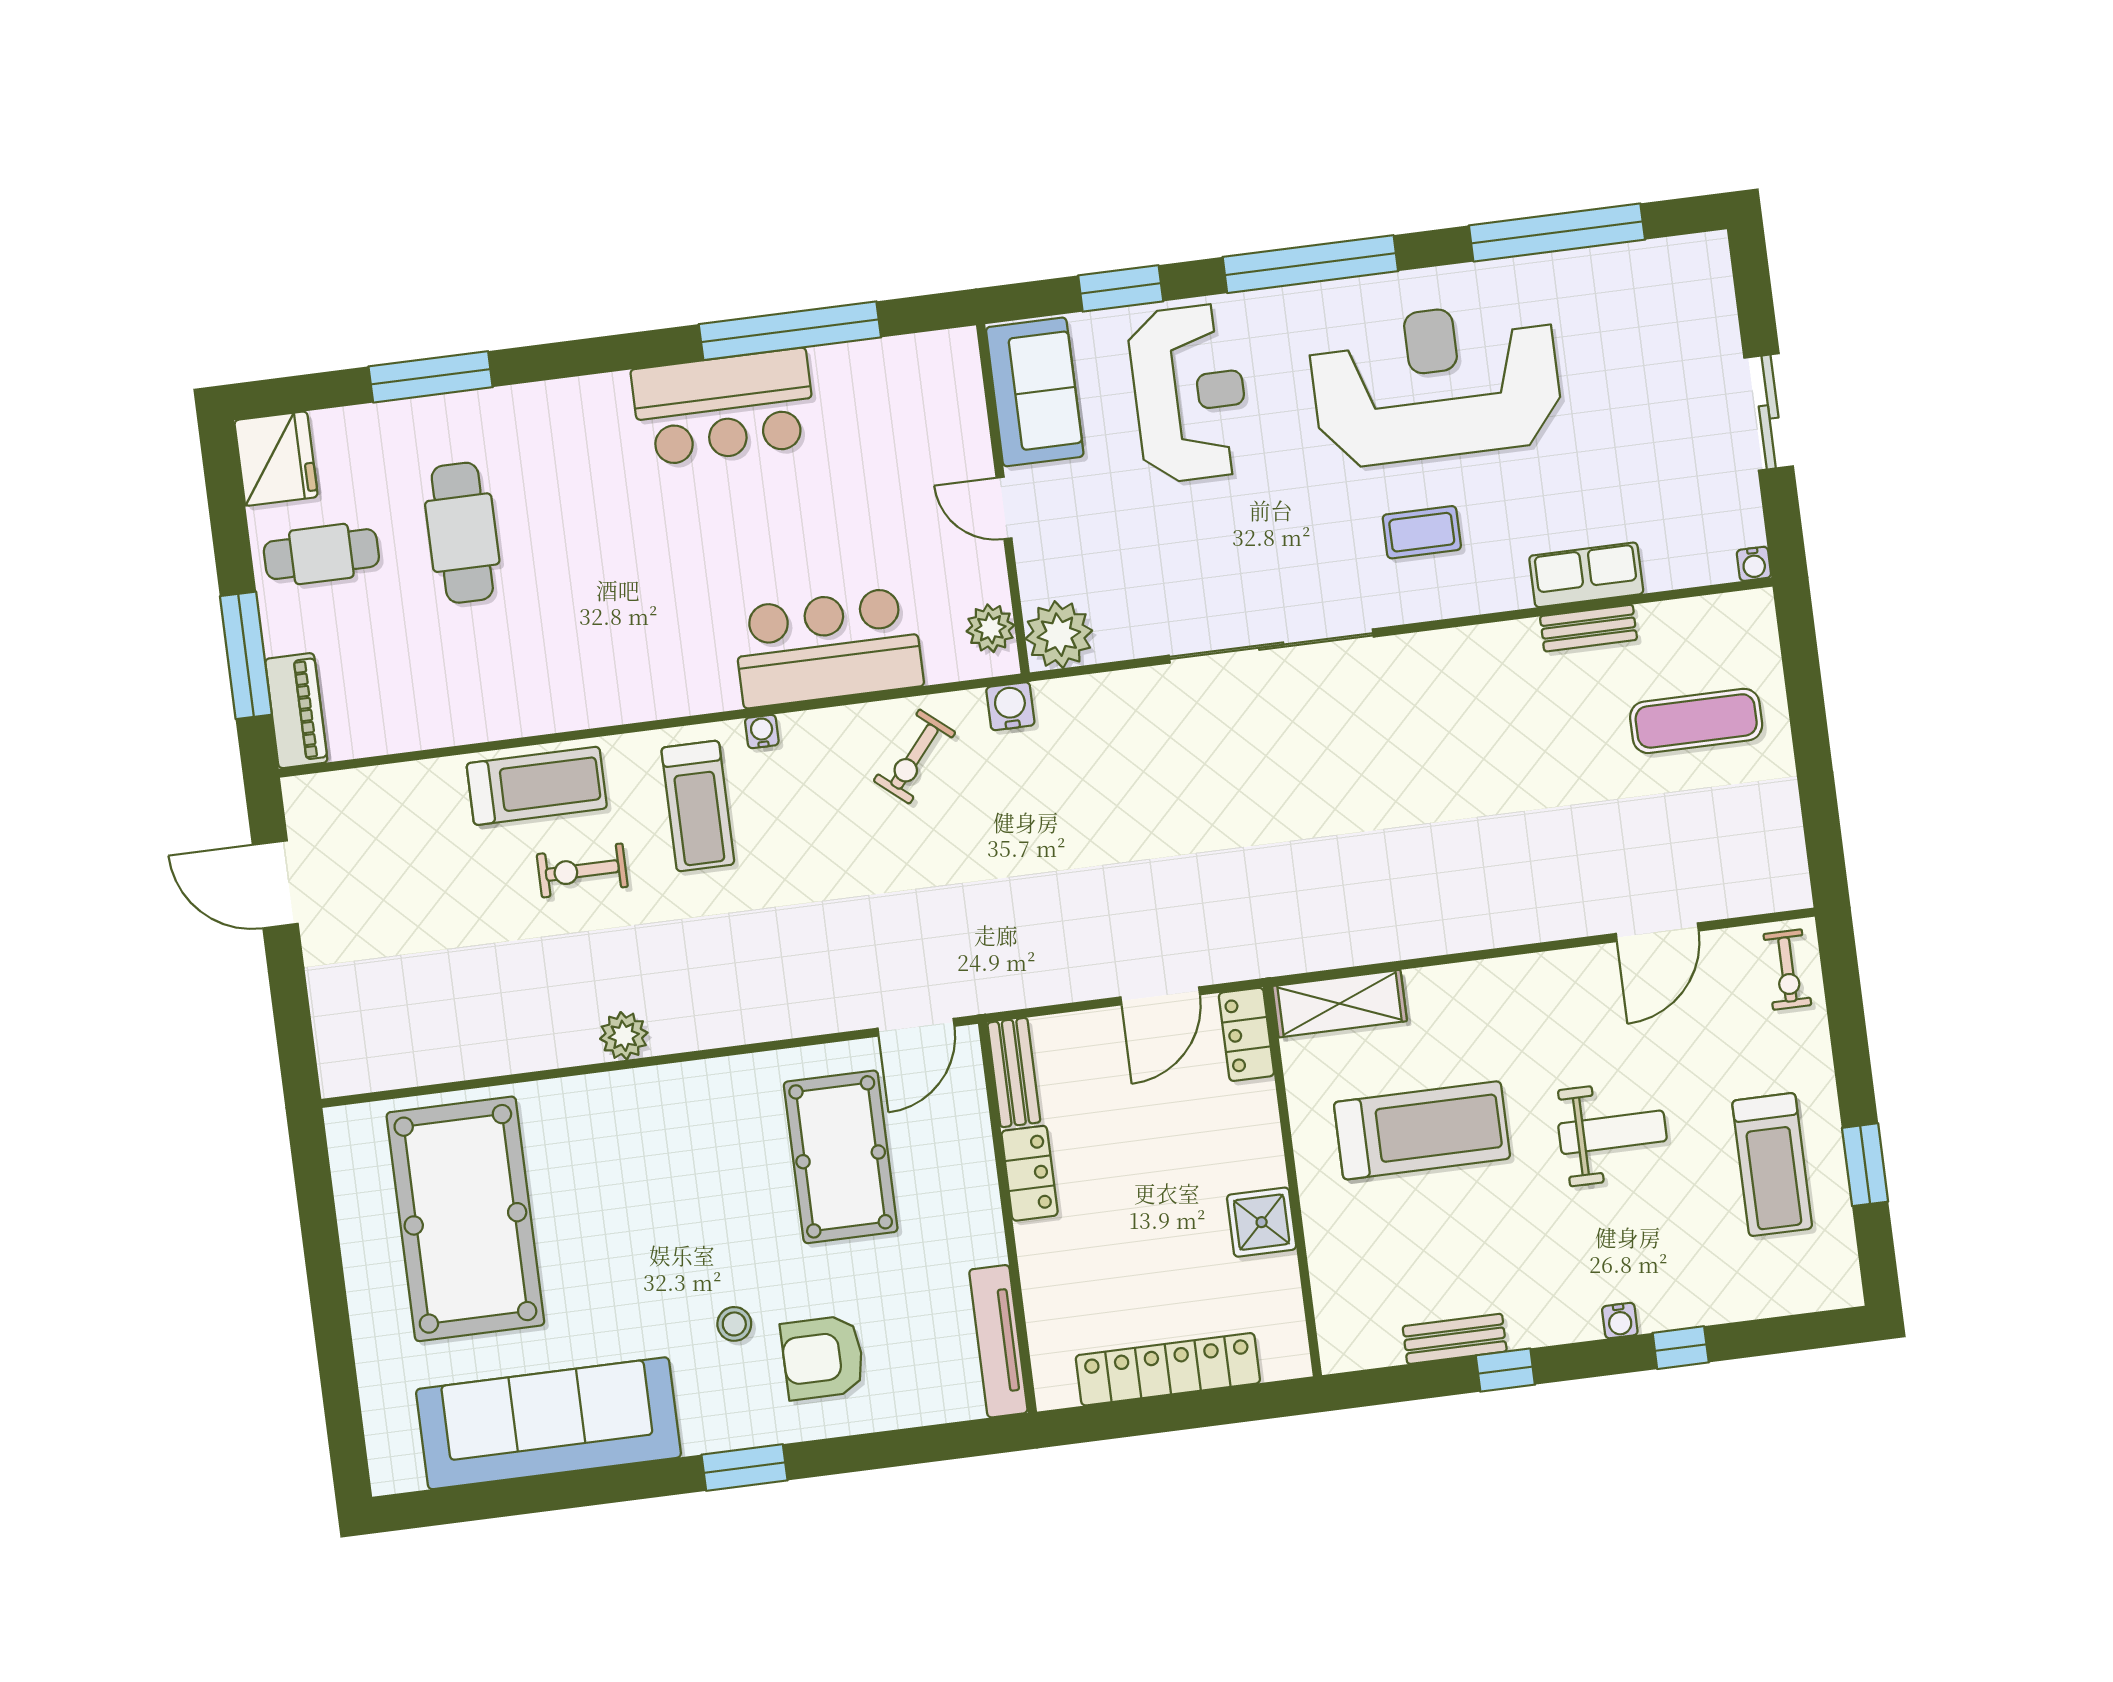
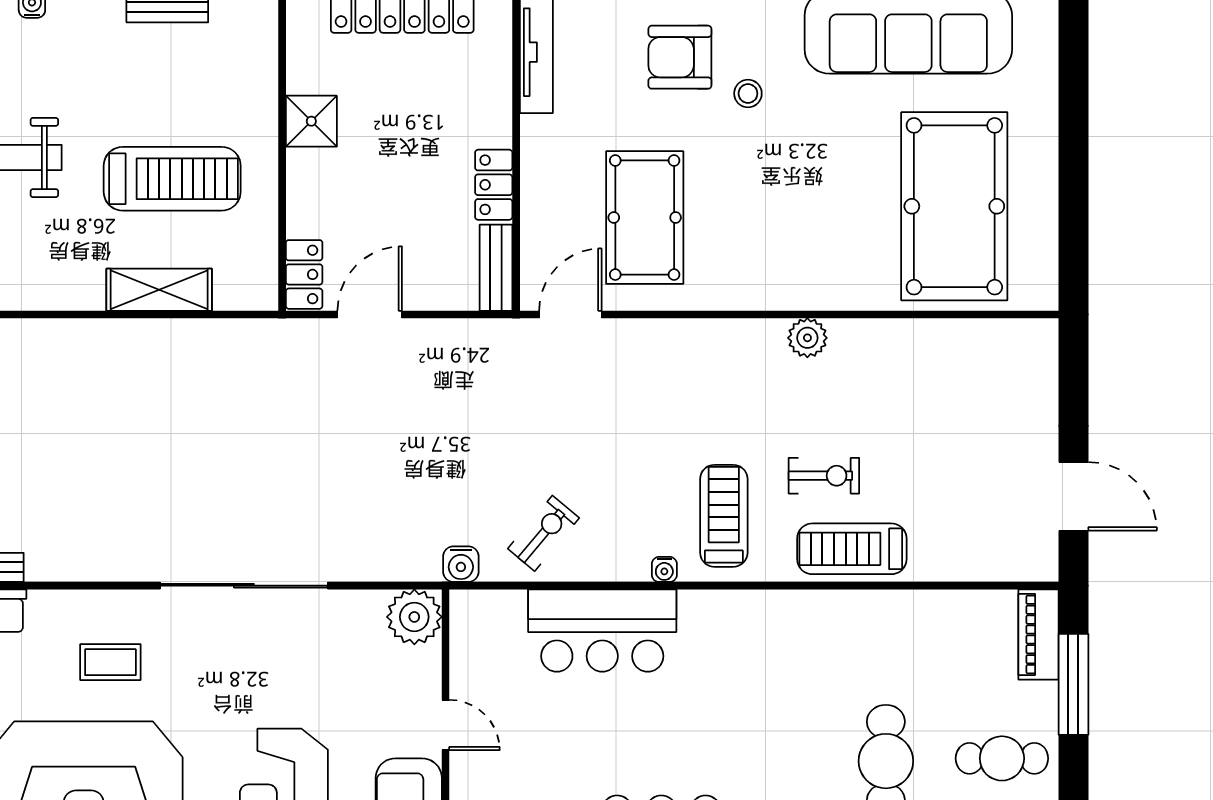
plant: (990, 628) -> (469, 629), removed
shelving: (1340, 1004) -> (159, 290), moved
treadmill: (1422, 1130) -> (172, 179), turned 180
armchair: (823, 1358) -> (680, 57), turned 180

